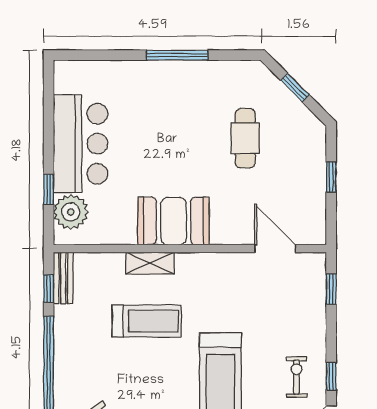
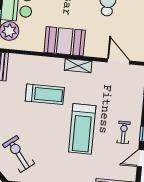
shelving: (150, 263) -> (78, 66), moved

